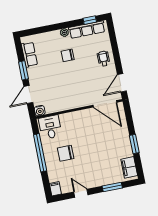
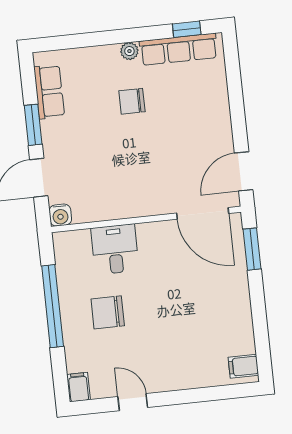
wheelchair: (103, 59) -> (209, 115), removed
desk: (50, 127) -> (115, 249), moved
window: (134, 144) -> (252, 249), moved
filing cabinet: (129, 167) -> (243, 366), width x0.50
window: (112, 187) -> (202, 395), removed

